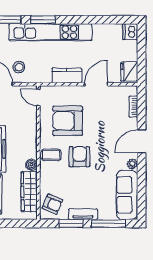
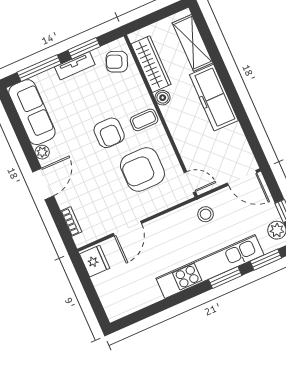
dishwasher: (130, 32) -> (115, 309), removed
stool: (19, 67) -> (206, 214), moved
kitchen counter: (67, 75) -> (167, 223), removed
armchair: (68, 121) -> (142, 169), turned 180

